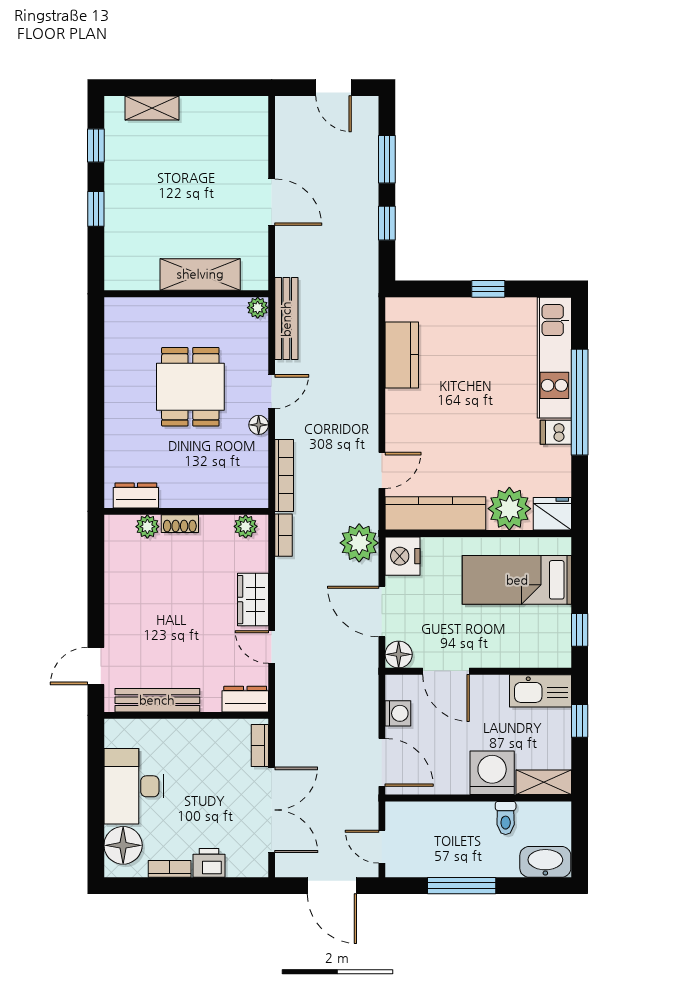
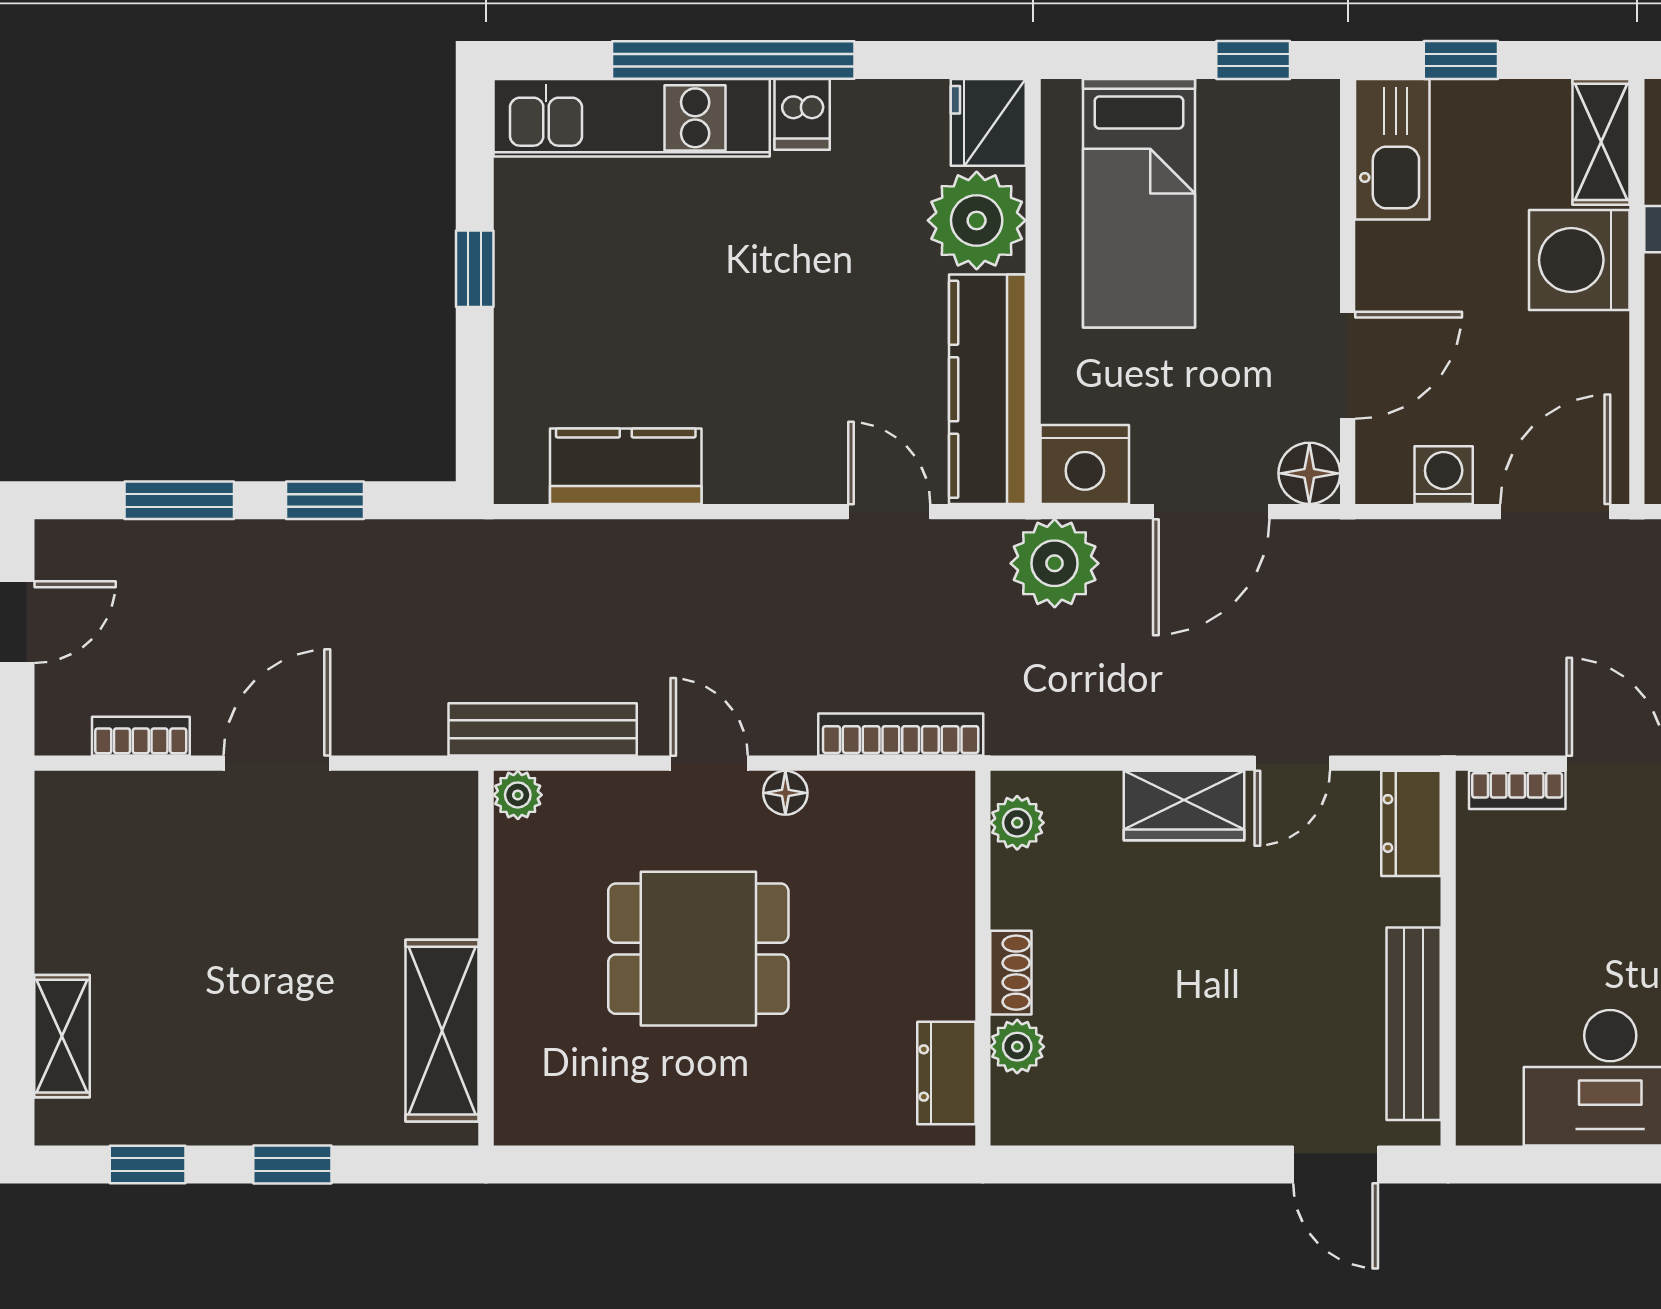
shelving: (200, 274) -> (442, 1031), moved
bookcase: (283, 535) -> (141, 736), moved

